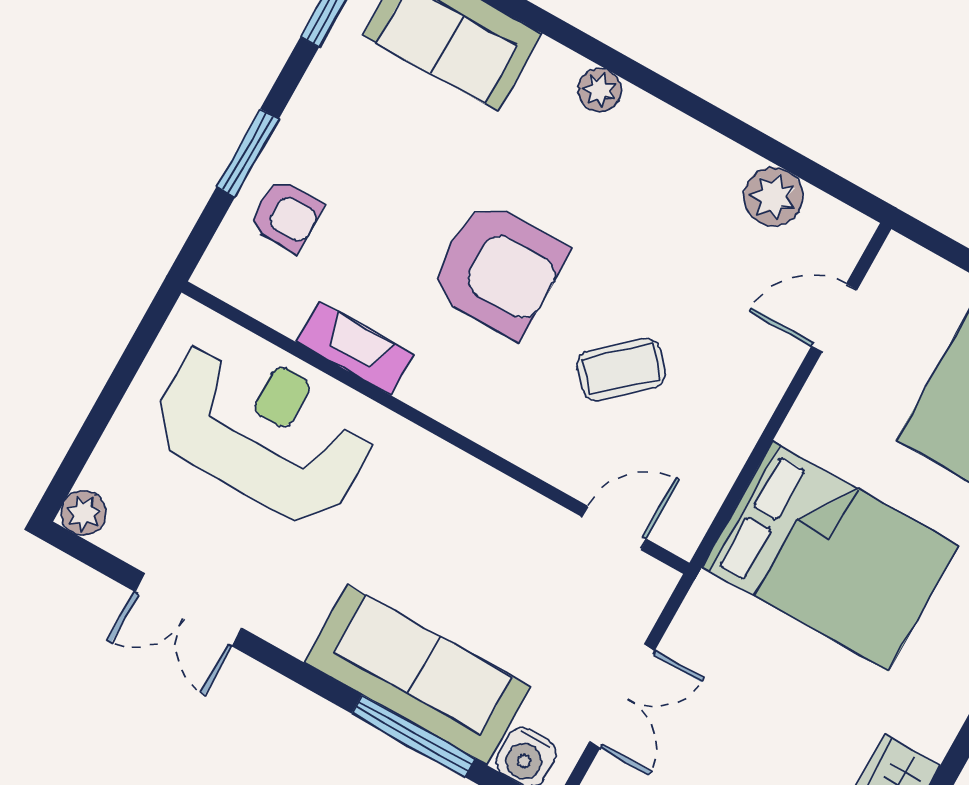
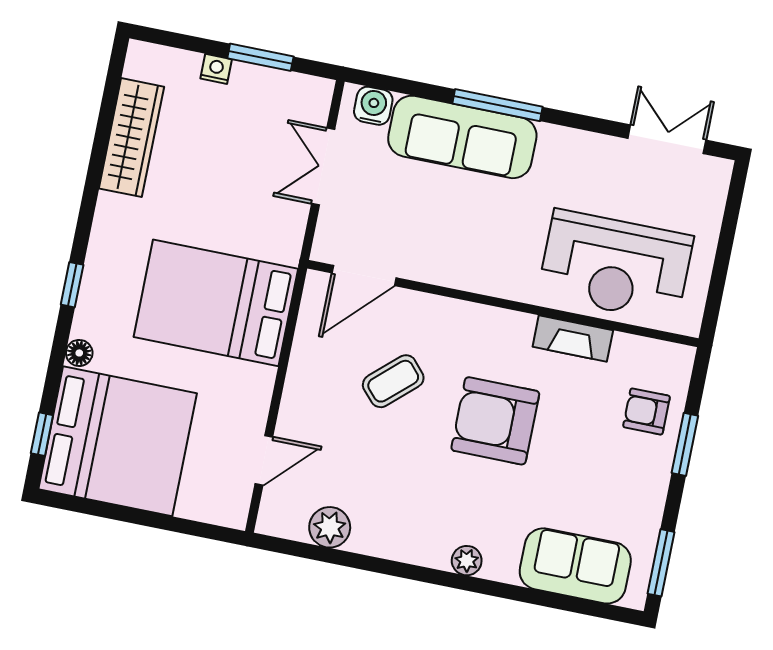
plant: (84, 513) -> (716, 173), removed
door: (614, 528) -> (364, 275), width x1.38
double door: (188, 610) -> (667, 139), moved
window: (413, 736) -> (497, 105), moved

